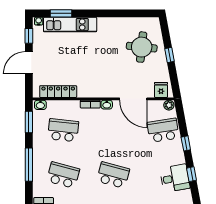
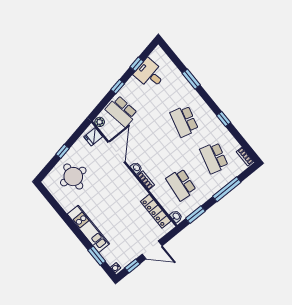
kitchen unit: (70, 25) -> (88, 229), moved

